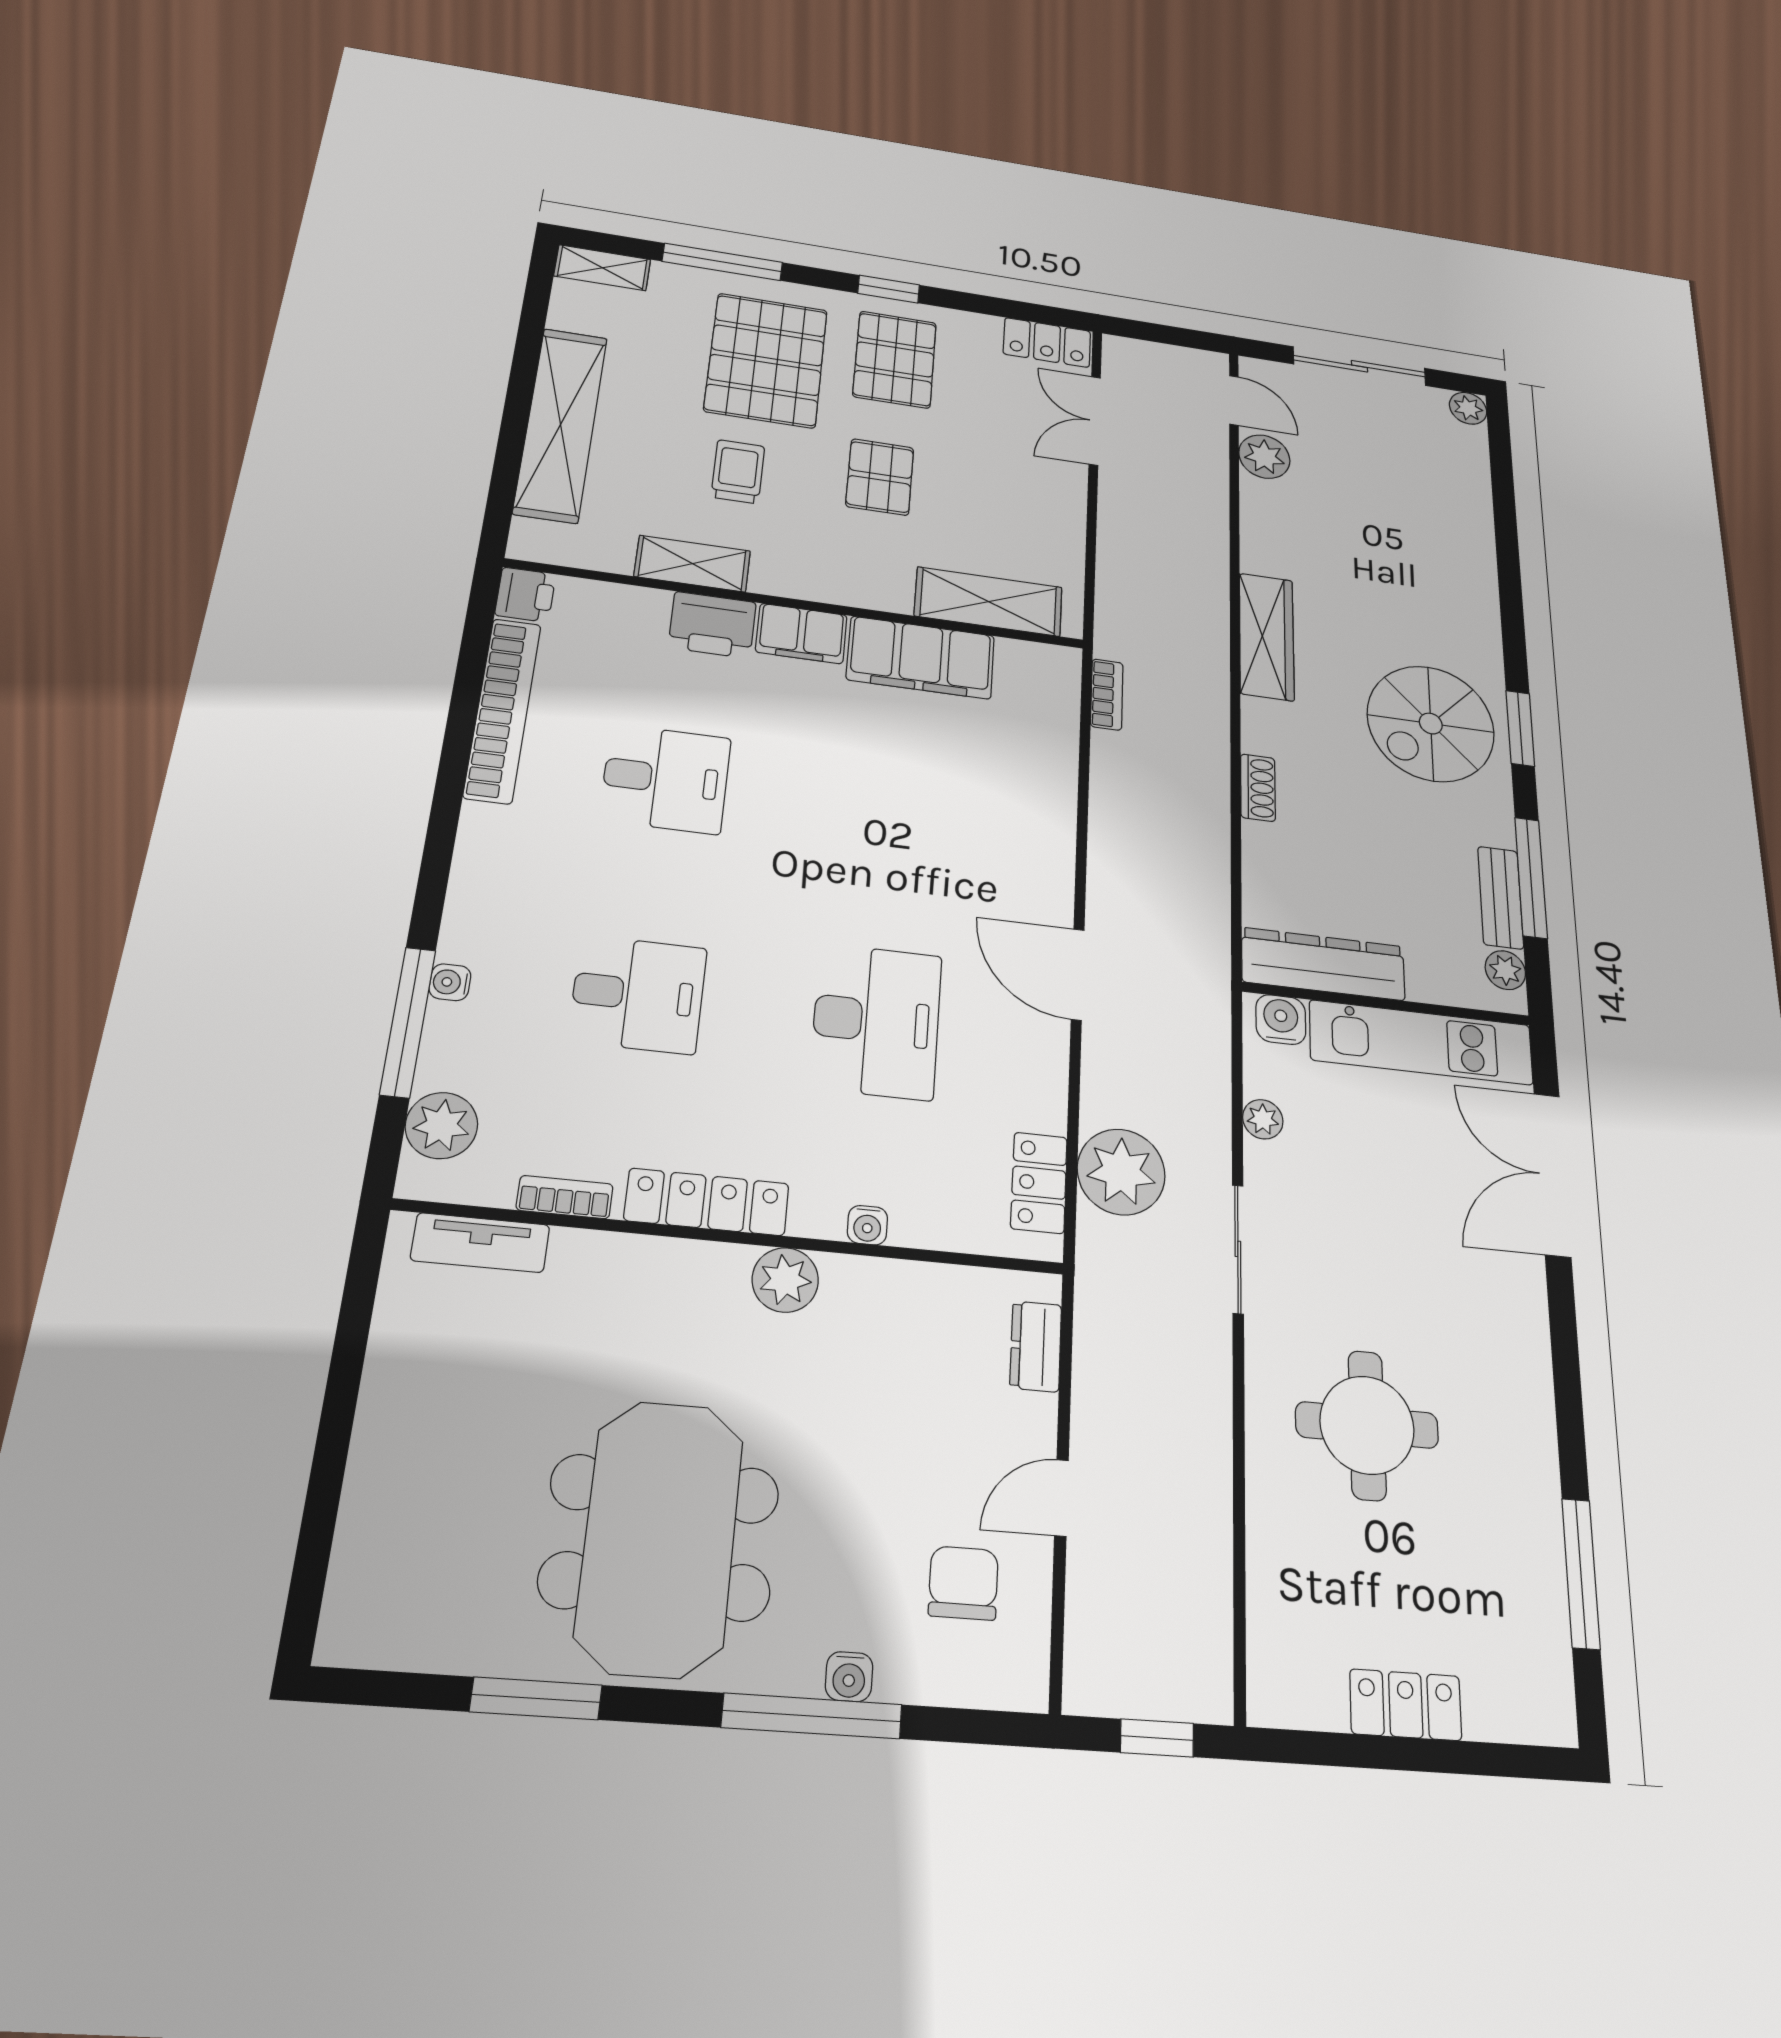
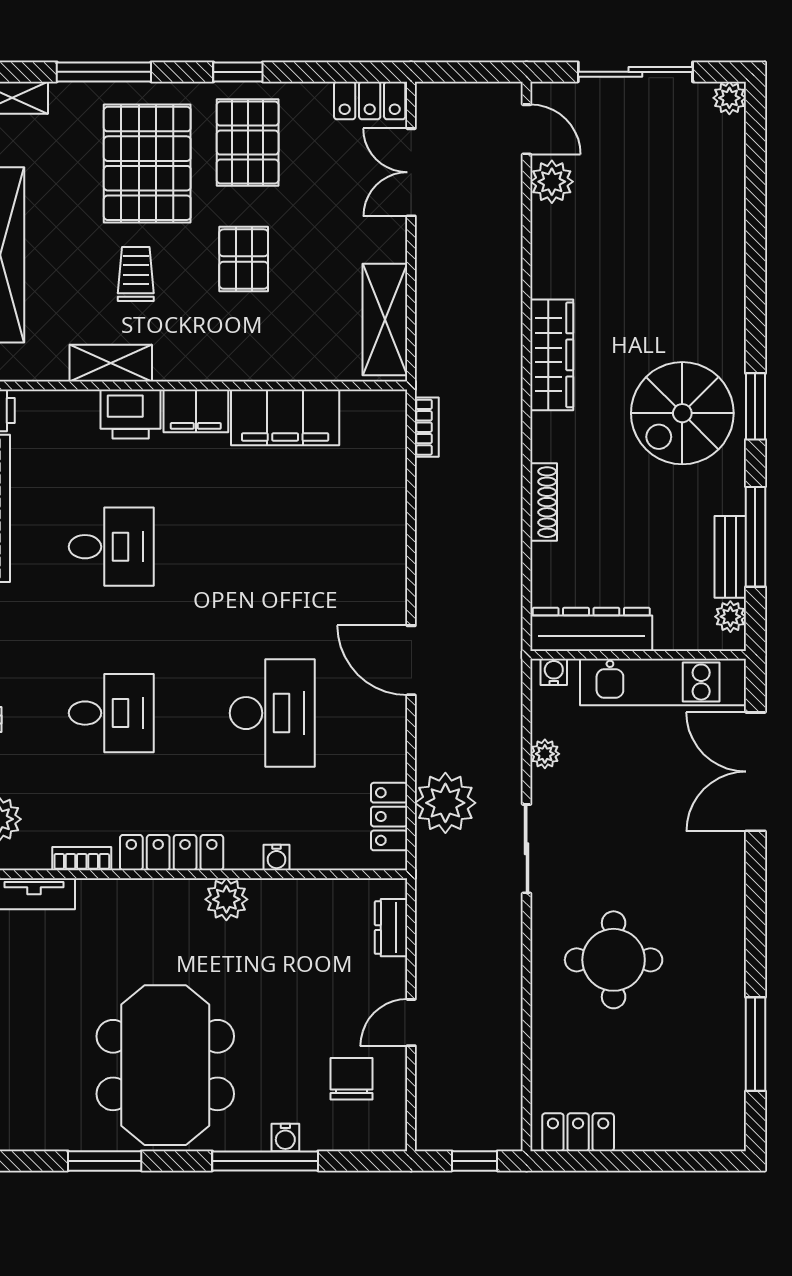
shelving: (989, 602) -> (385, 319), moved, turned 90
shoe rack: (1258, 788) -> (544, 502), width x1.43
water cooler: (1281, 1020) -> (554, 672), width x0.72, depth x0.72
locker: (1406, 1705) -> (578, 1132), moved

